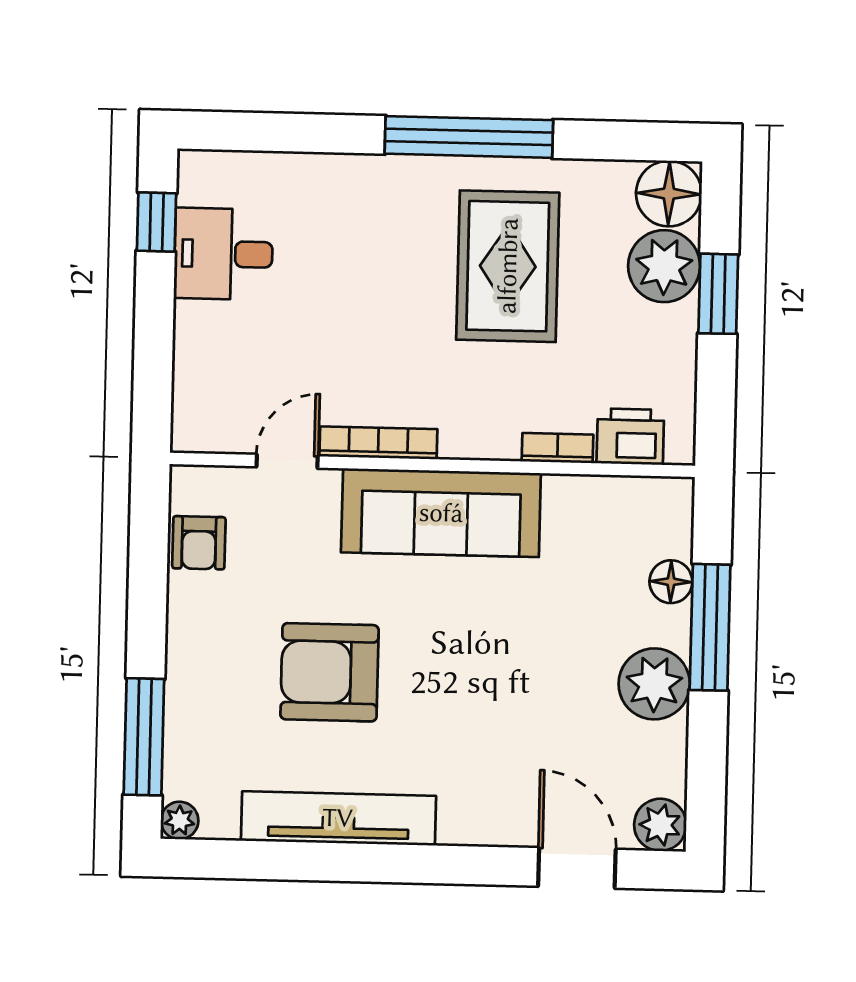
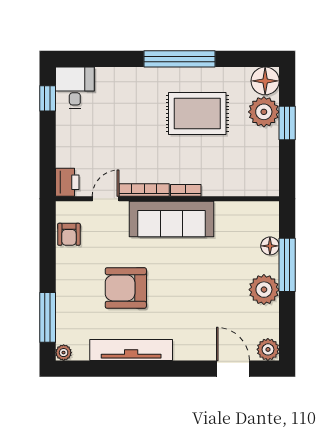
desk: (223, 254) -> (75, 88), moved, turned 90
rug: (508, 266) -> (197, 114), turned 90
printer: (630, 437) -> (67, 182), moved, turned 90
bookcase: (558, 448) -> (186, 190), moved

